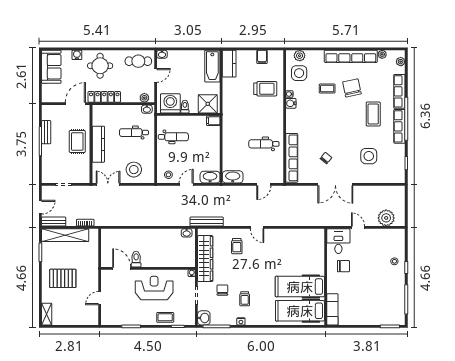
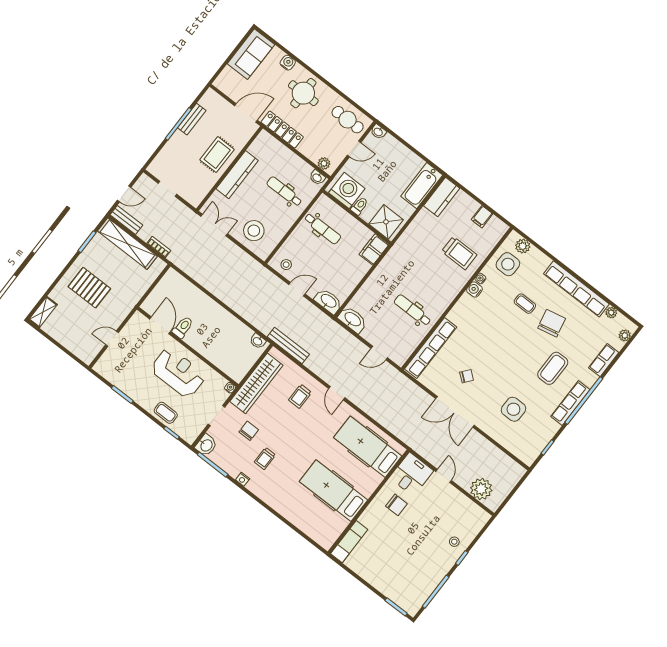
row of seats: (399, 91) -> (604, 360), width x0.68
filing cabinet: (213, 121) -> (374, 249), width x2.00
hospital bed: (300, 311) -> (368, 447), moved

